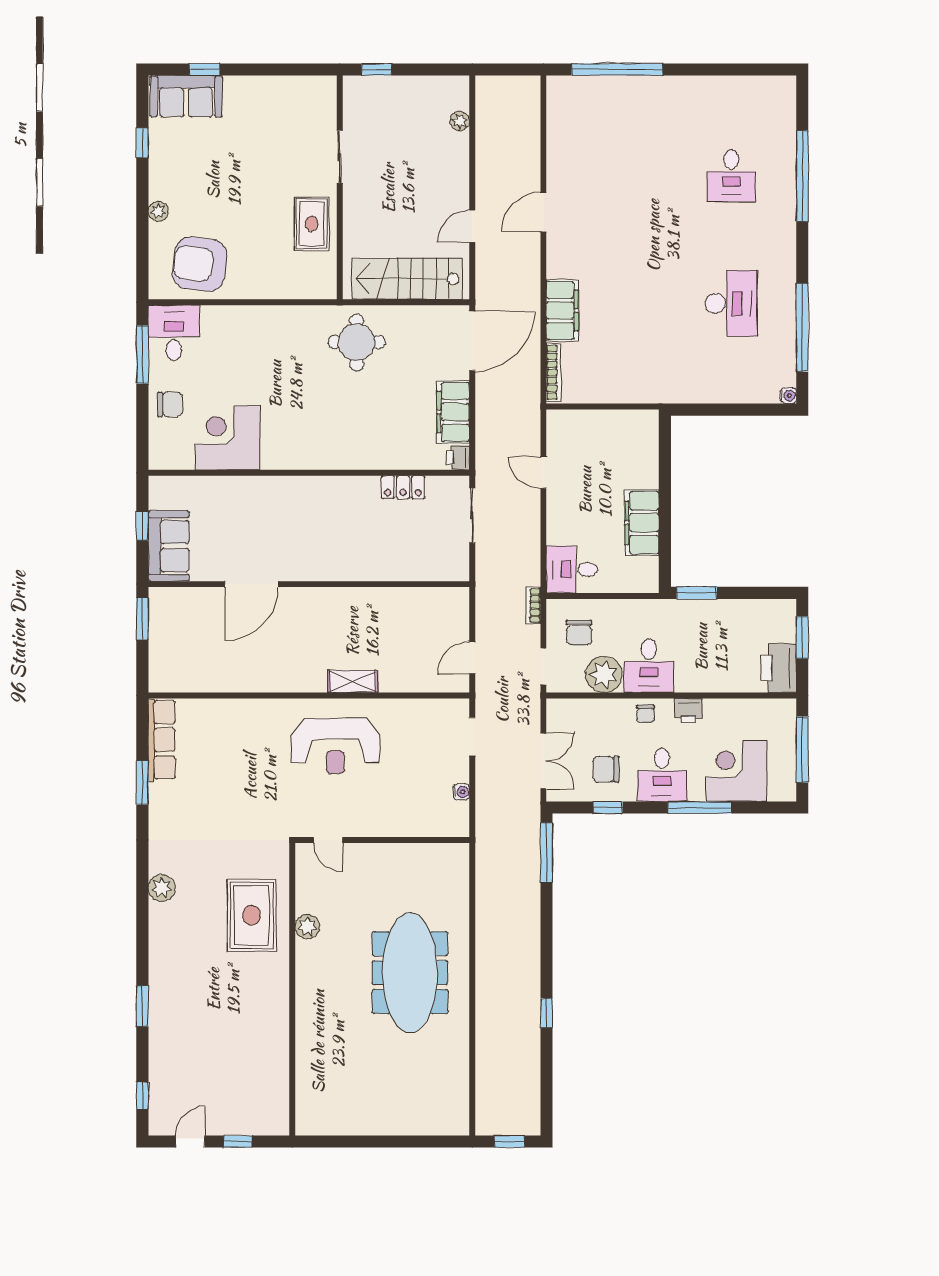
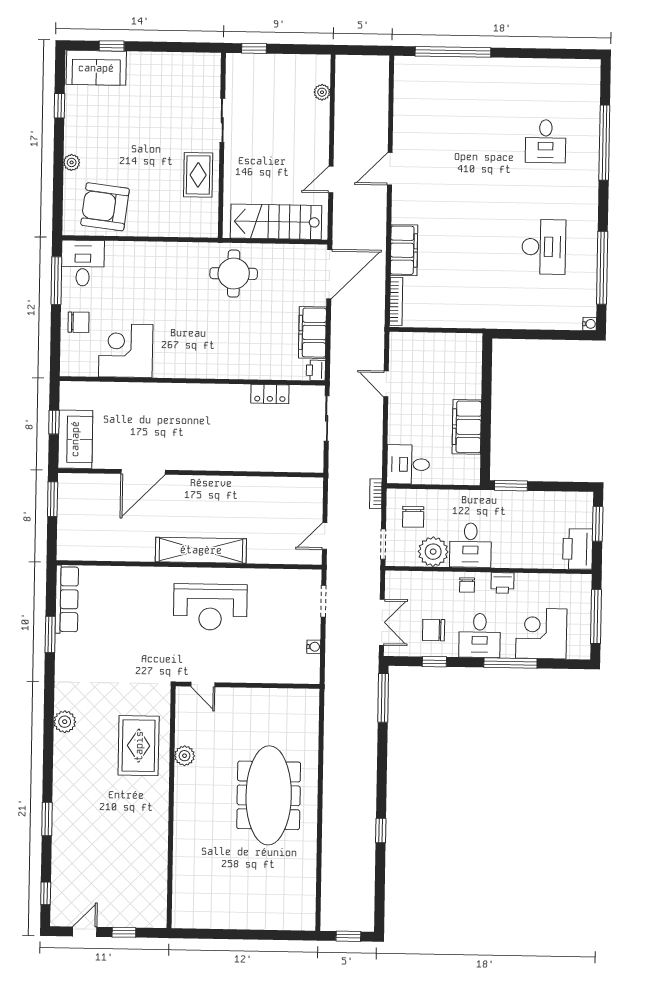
shelving: (353, 681) -> (201, 550), width x2.20, depth x1.33

